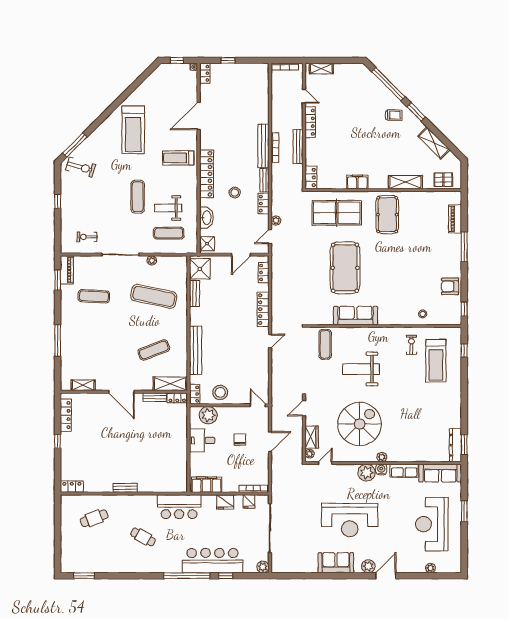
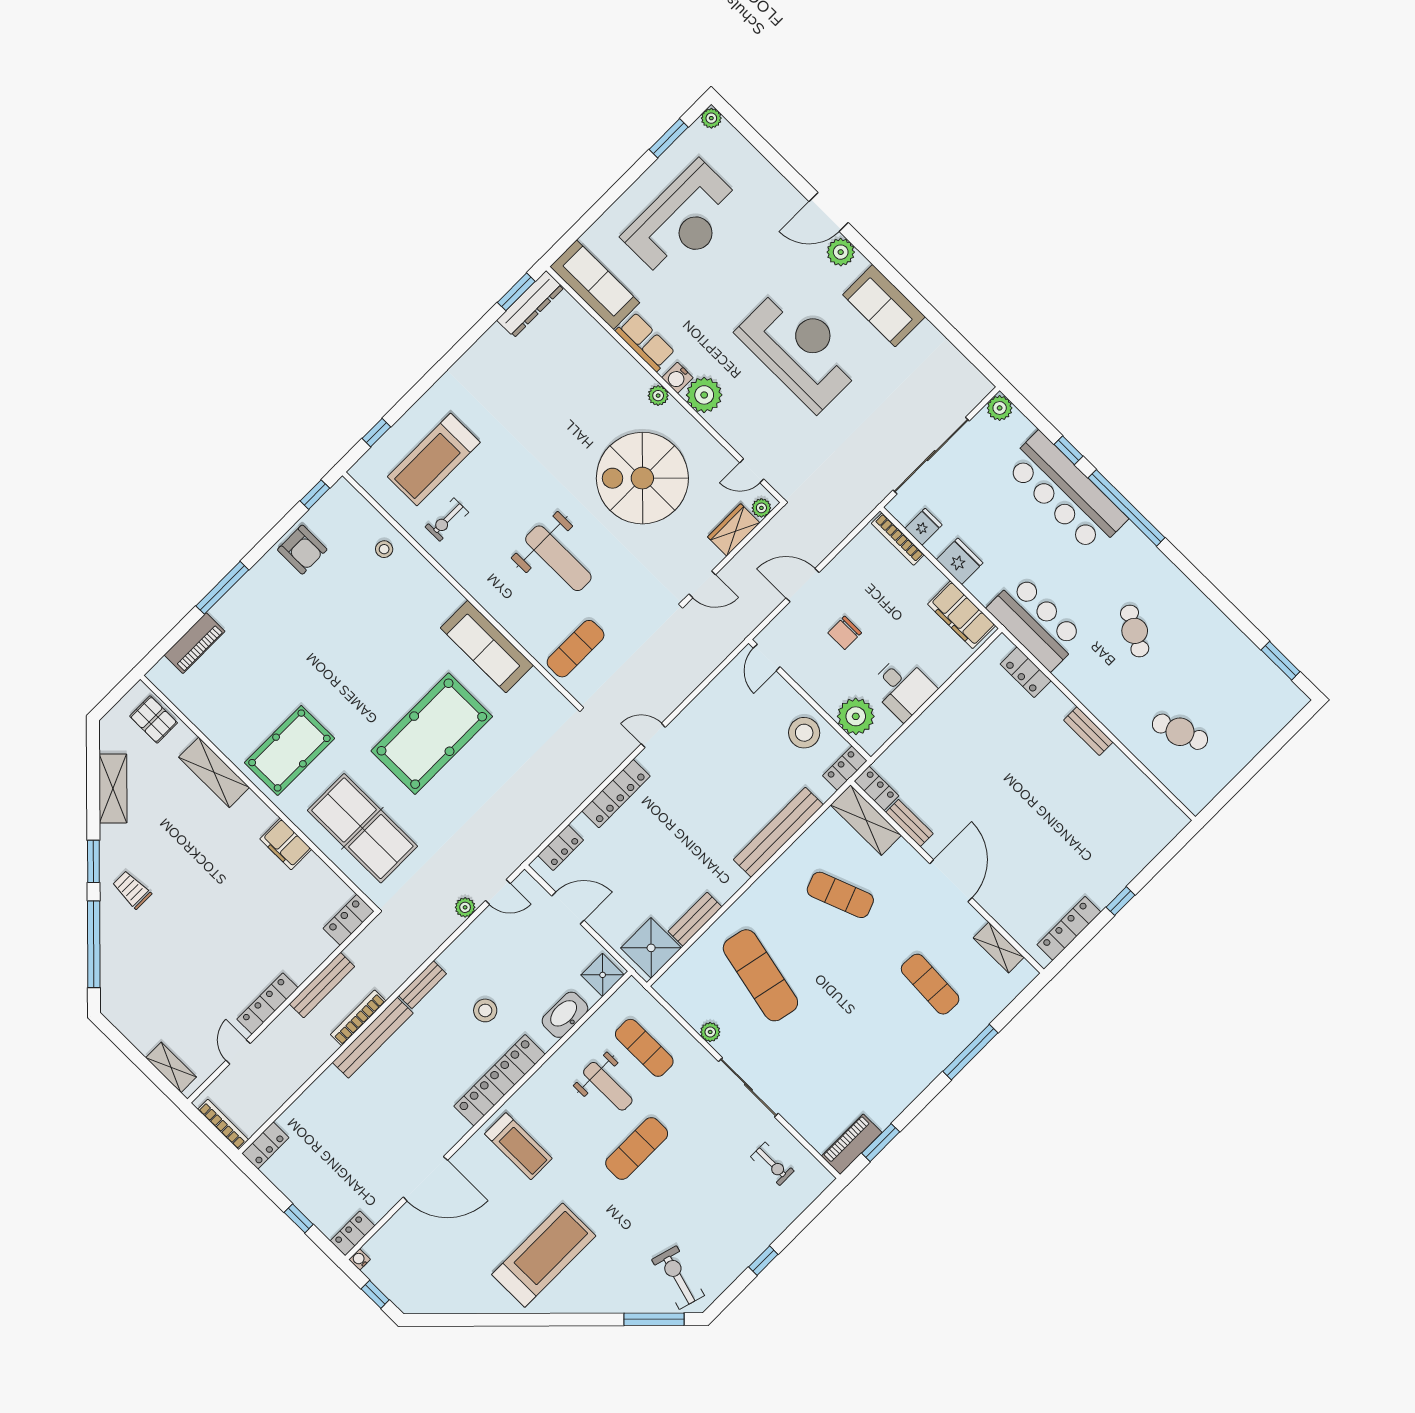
locker: (263, 204) -> (265, 1145), moved
exercise mat: (94, 296) -> (930, 984), moved
treadmill: (436, 361) -> (434, 460), turned 180
locker: (72, 487) -> (1026, 672), moved
window: (464, 511) -> (669, 138), moved
plant: (430, 568) -> (711, 118), moved

